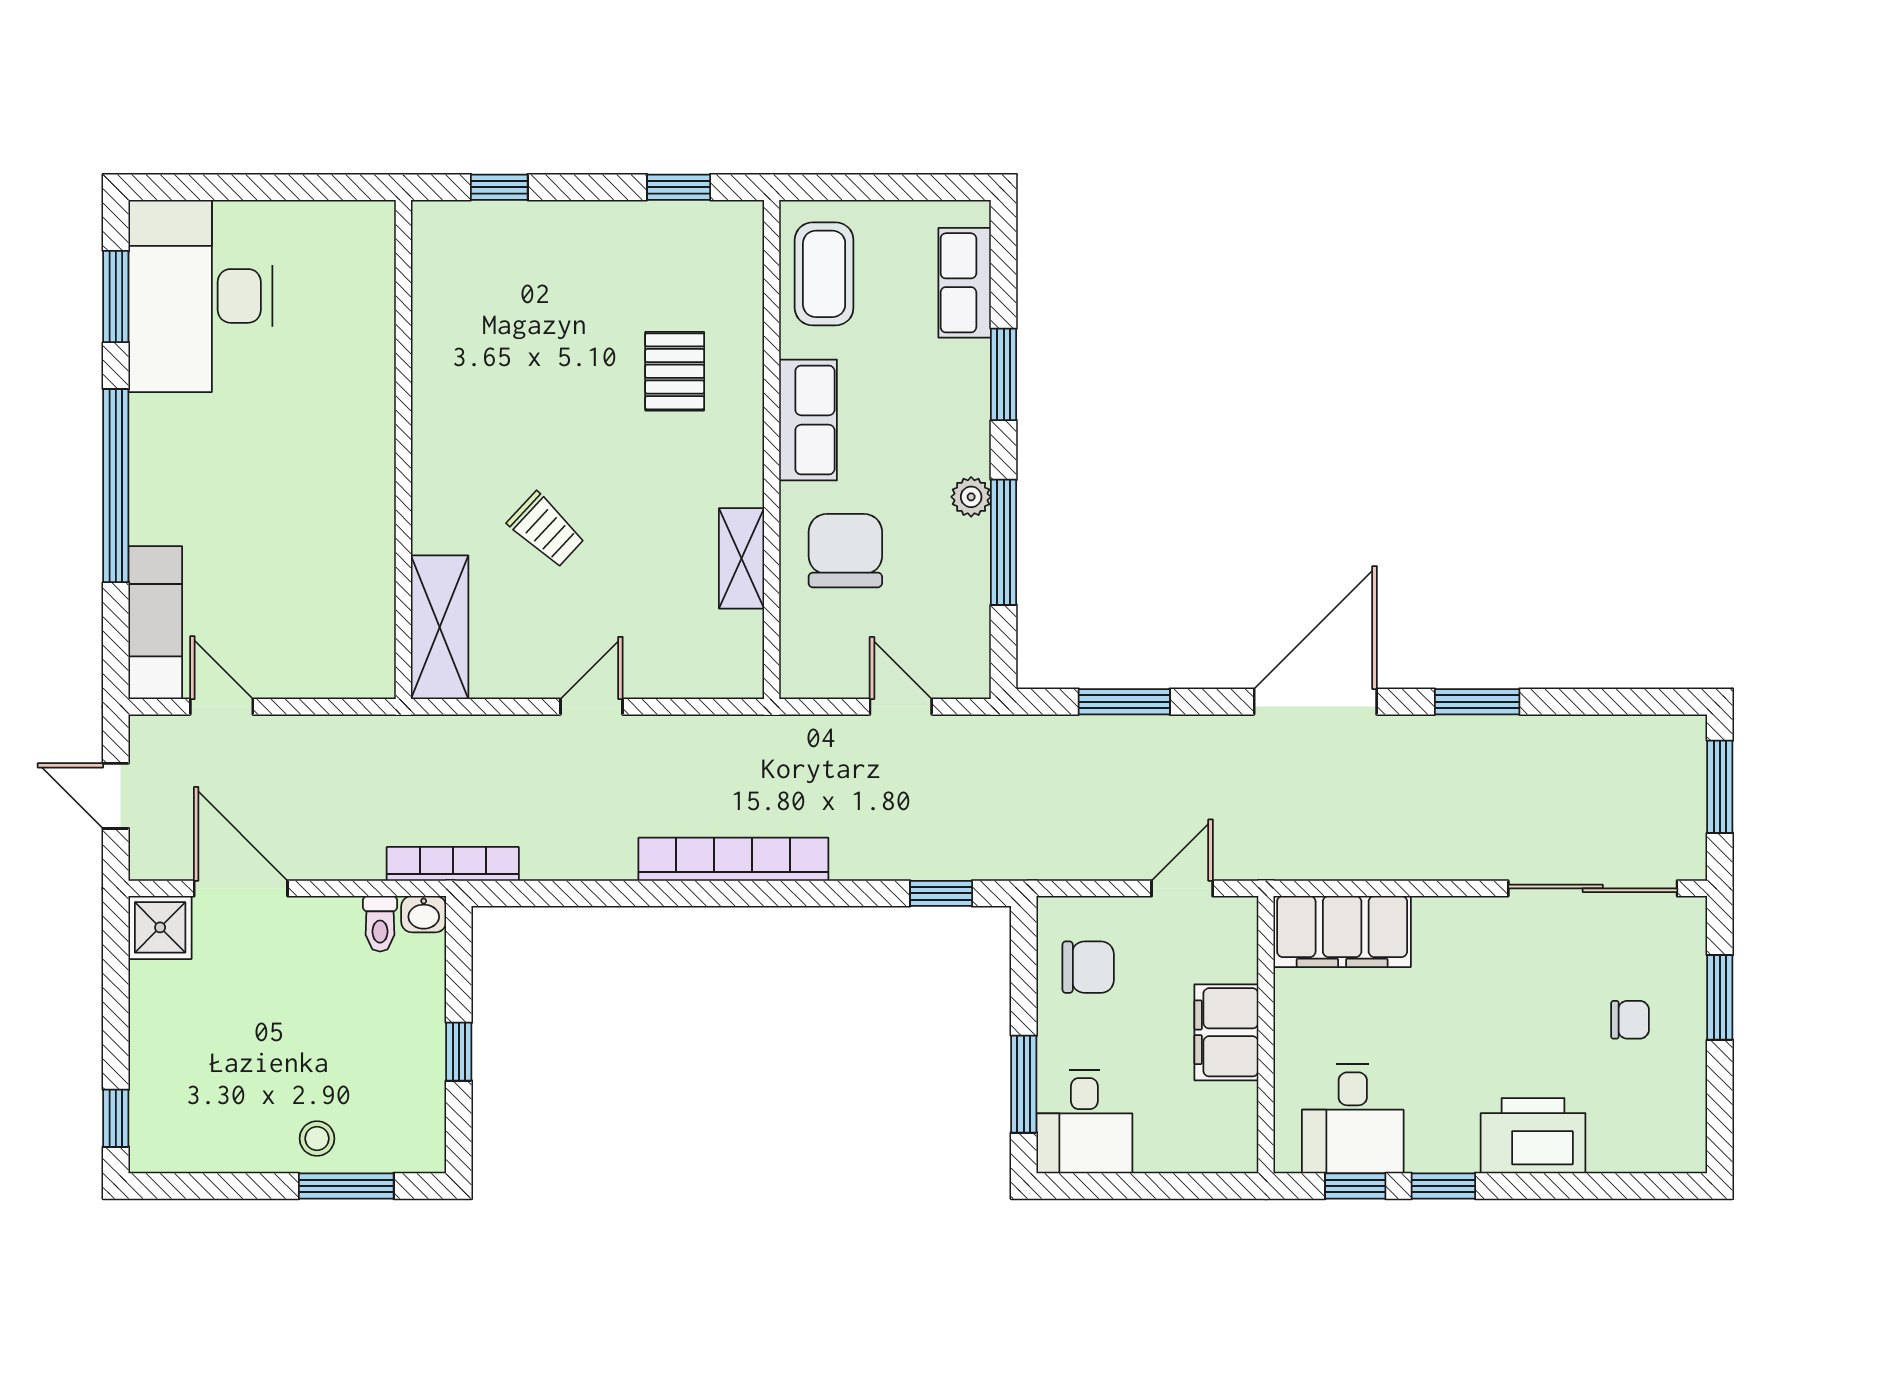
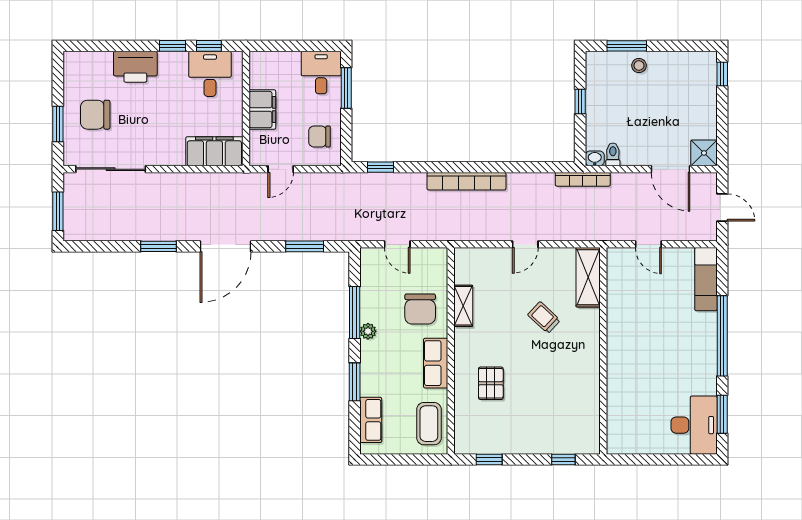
desk: (200, 296) -> (694, 425), width x0.73, depth x0.77
door: (222, 707) -> (648, 244), moved
chair: (1630, 1020) -> (95, 115), width x1.87, depth x1.87

